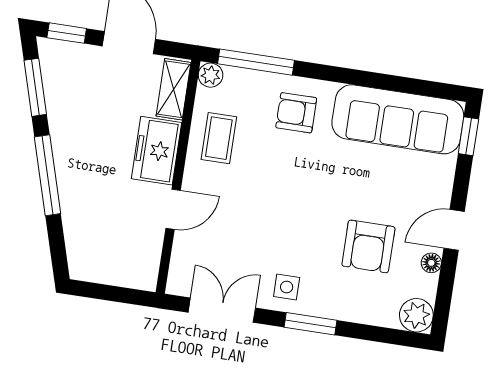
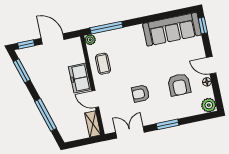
shelving: (174, 89) -> (93, 124), moved
armchair: (296, 113) -> (141, 94), moved
window: (48, 175) -> (46, 115), moved
door: (173, 209) -> (95, 99), swing flipped
door: (454, 230) -> (211, 65), hinge flipped
side table: (287, 287) -> (152, 113), removed

